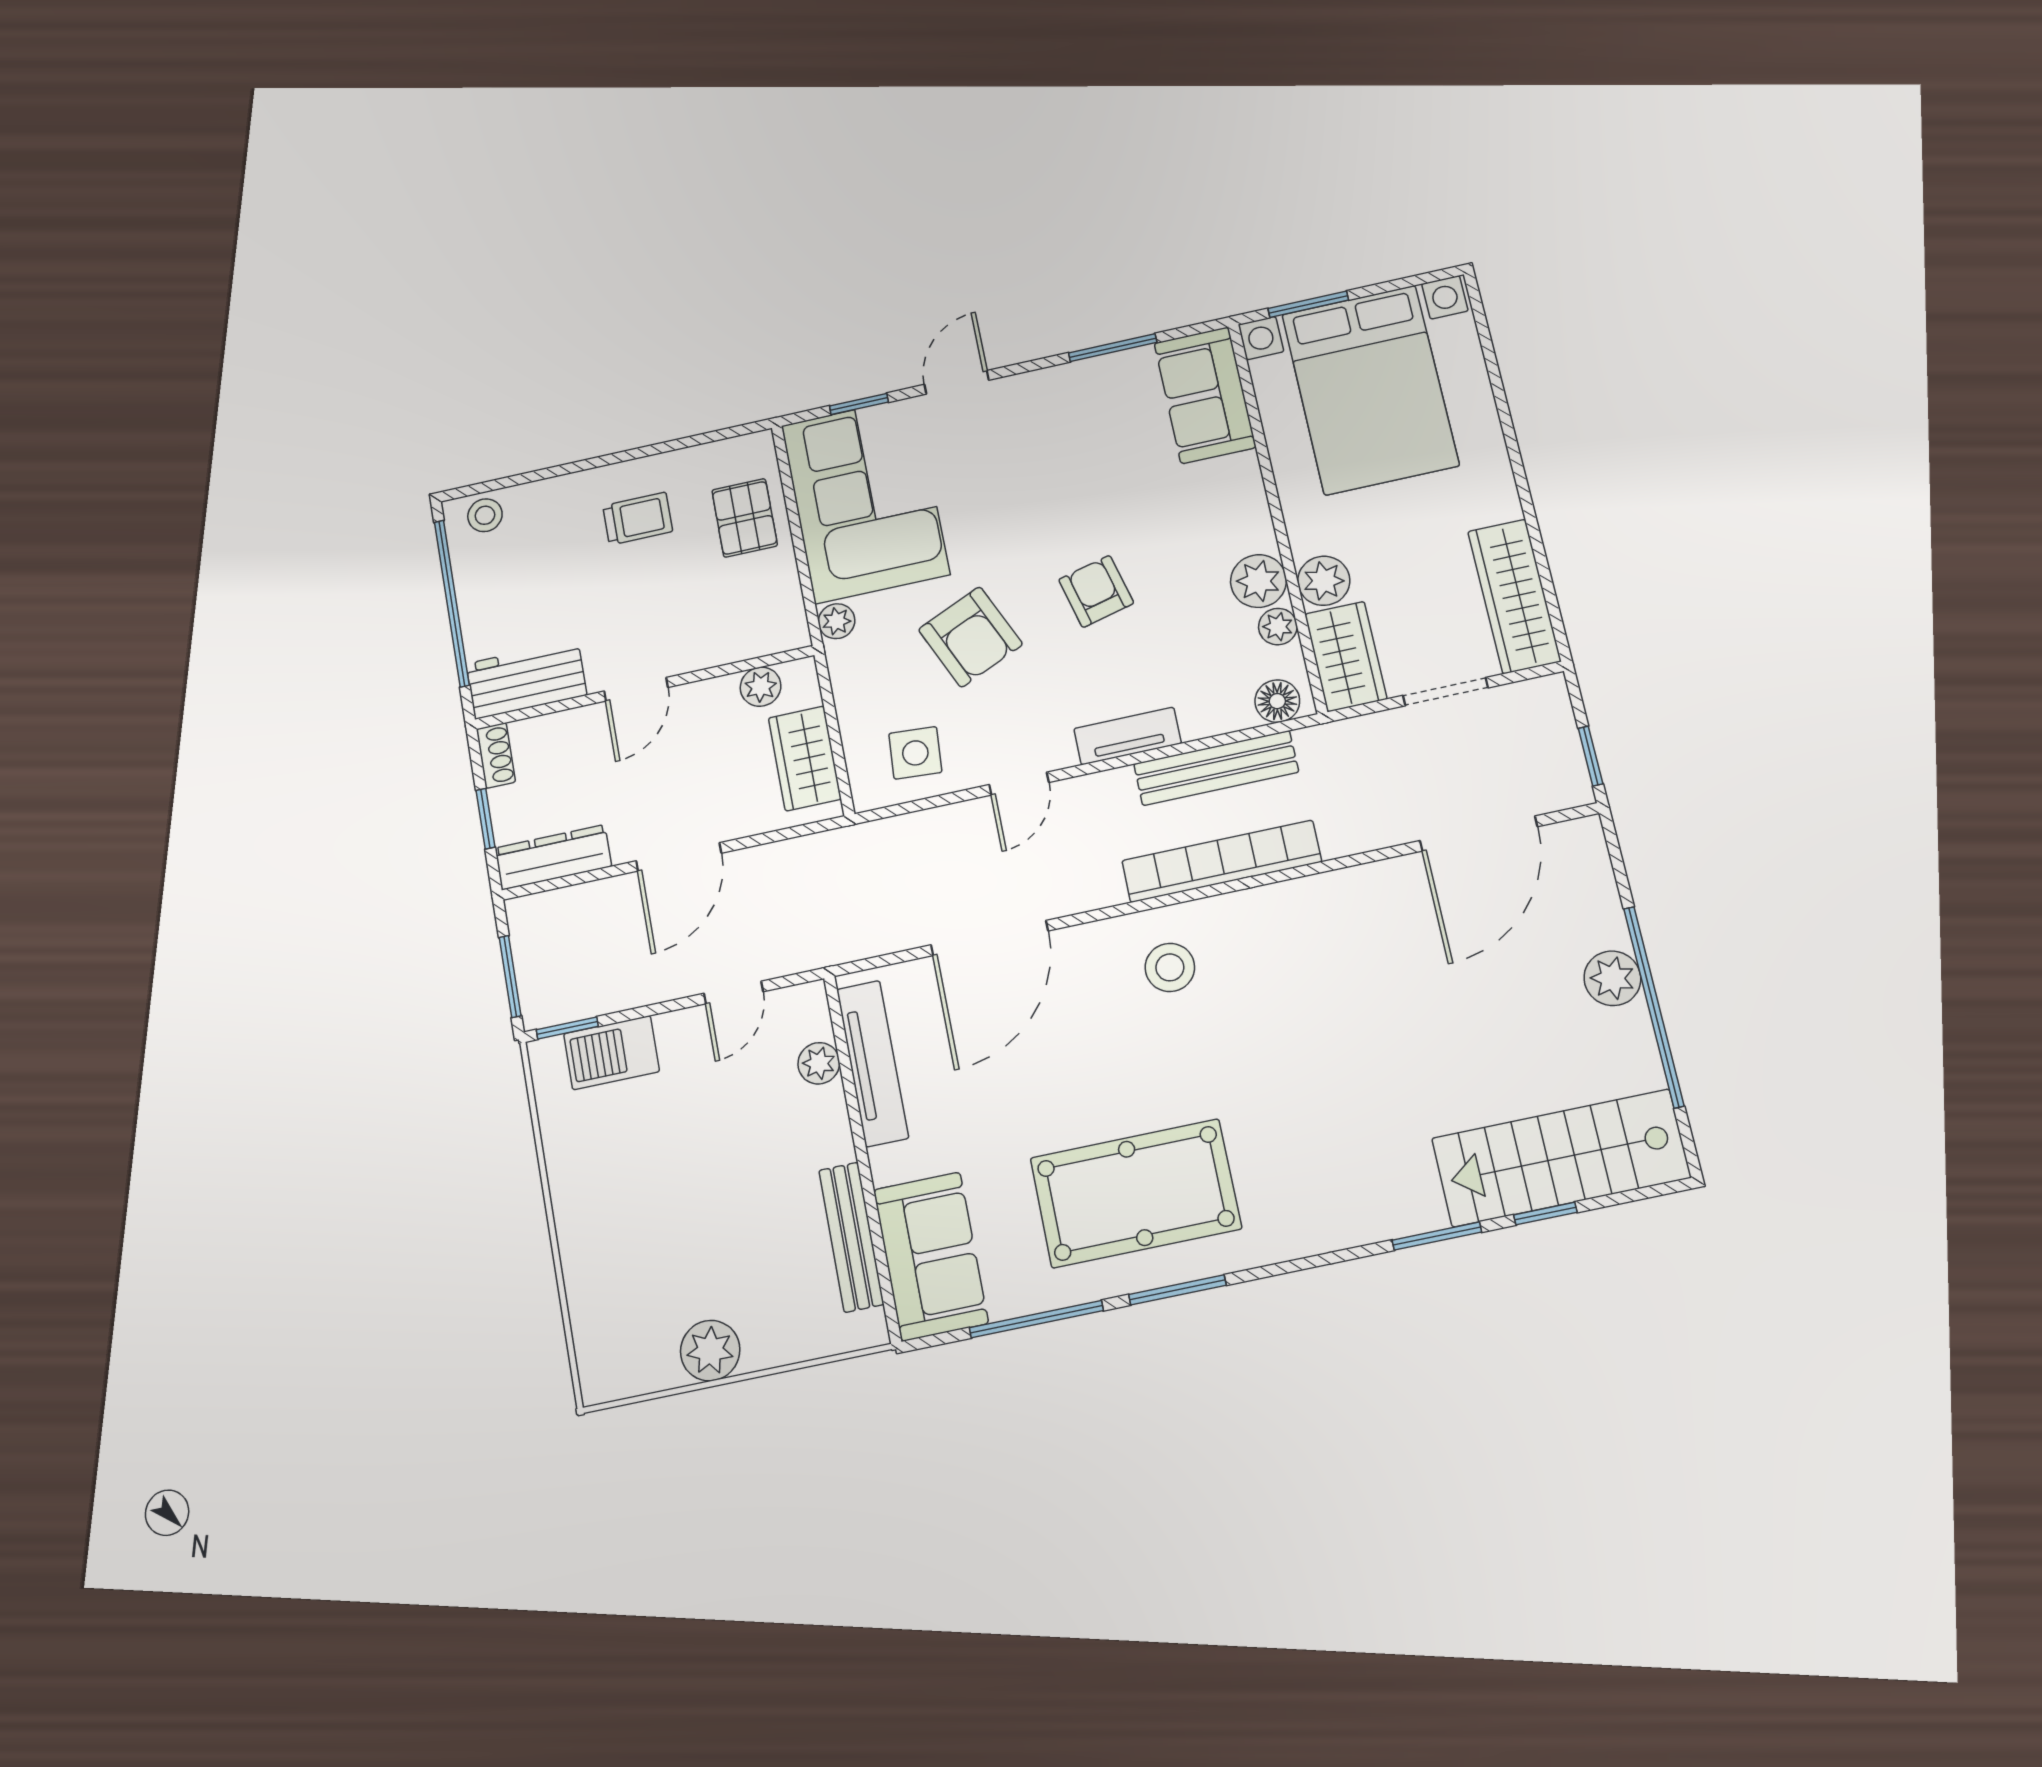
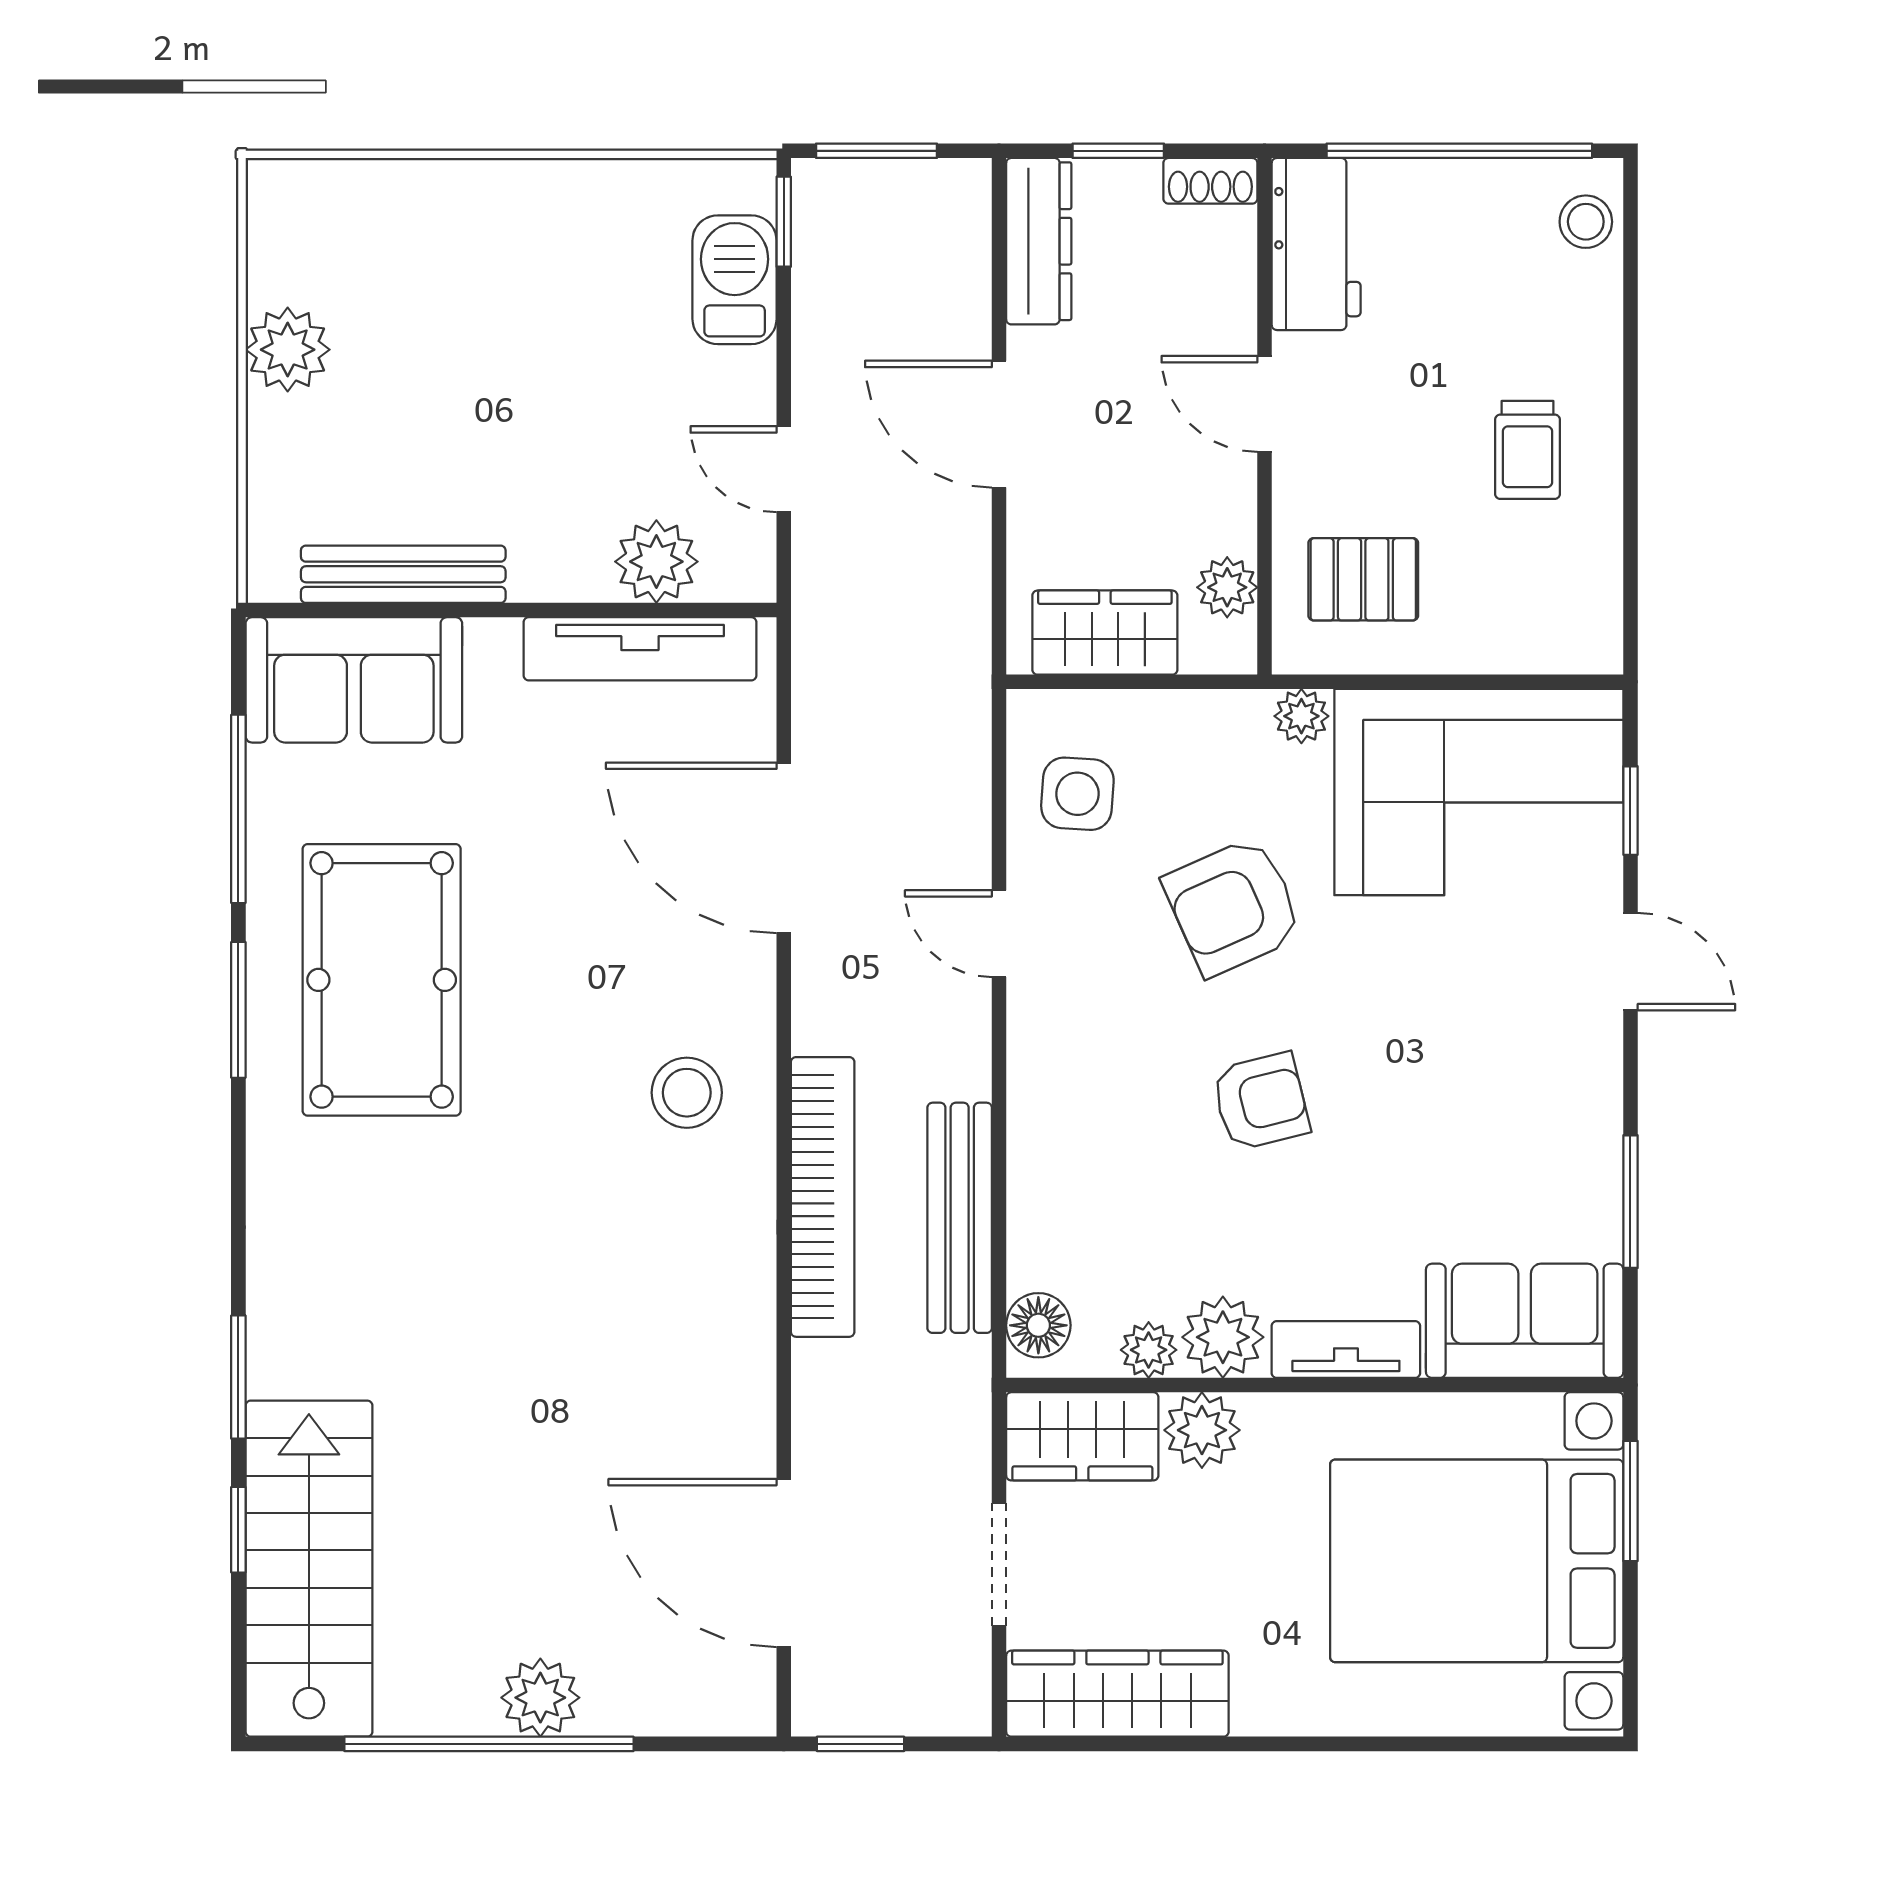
pallet: (745, 518) -> (1363, 579), moved
tv unit: (1128, 736) -> (1346, 1350), moved, turned -90
plant: (819, 1063) -> (656, 562), width x1.38, depth x1.38

